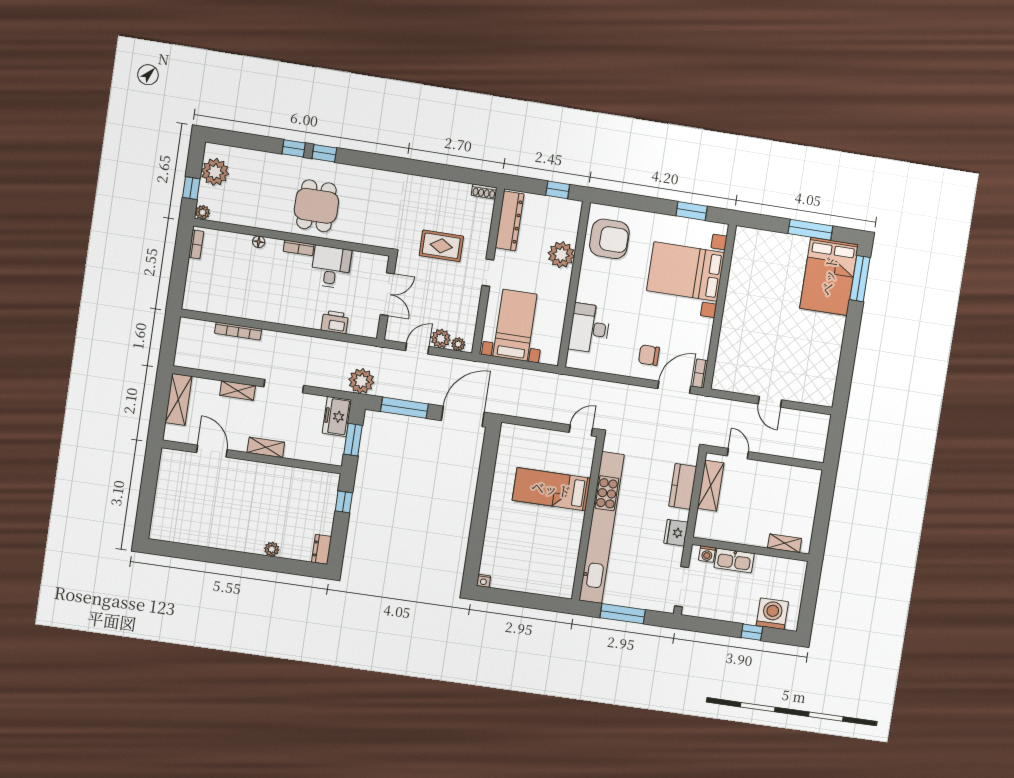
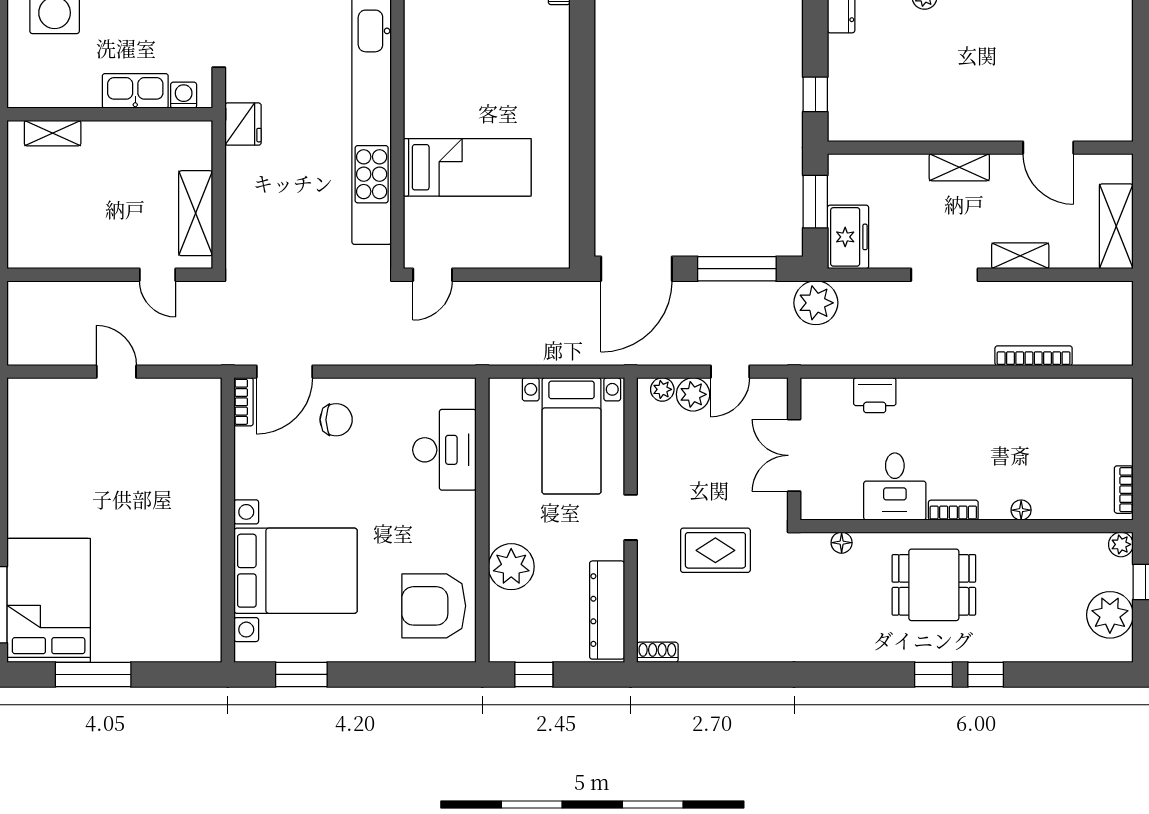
dining table: (316, 206) -> (934, 585), turned 90
floor lamp: (367, 239) -> (842, 543), added
kitchen counter: (683, 486) -> (244, 205), removed

